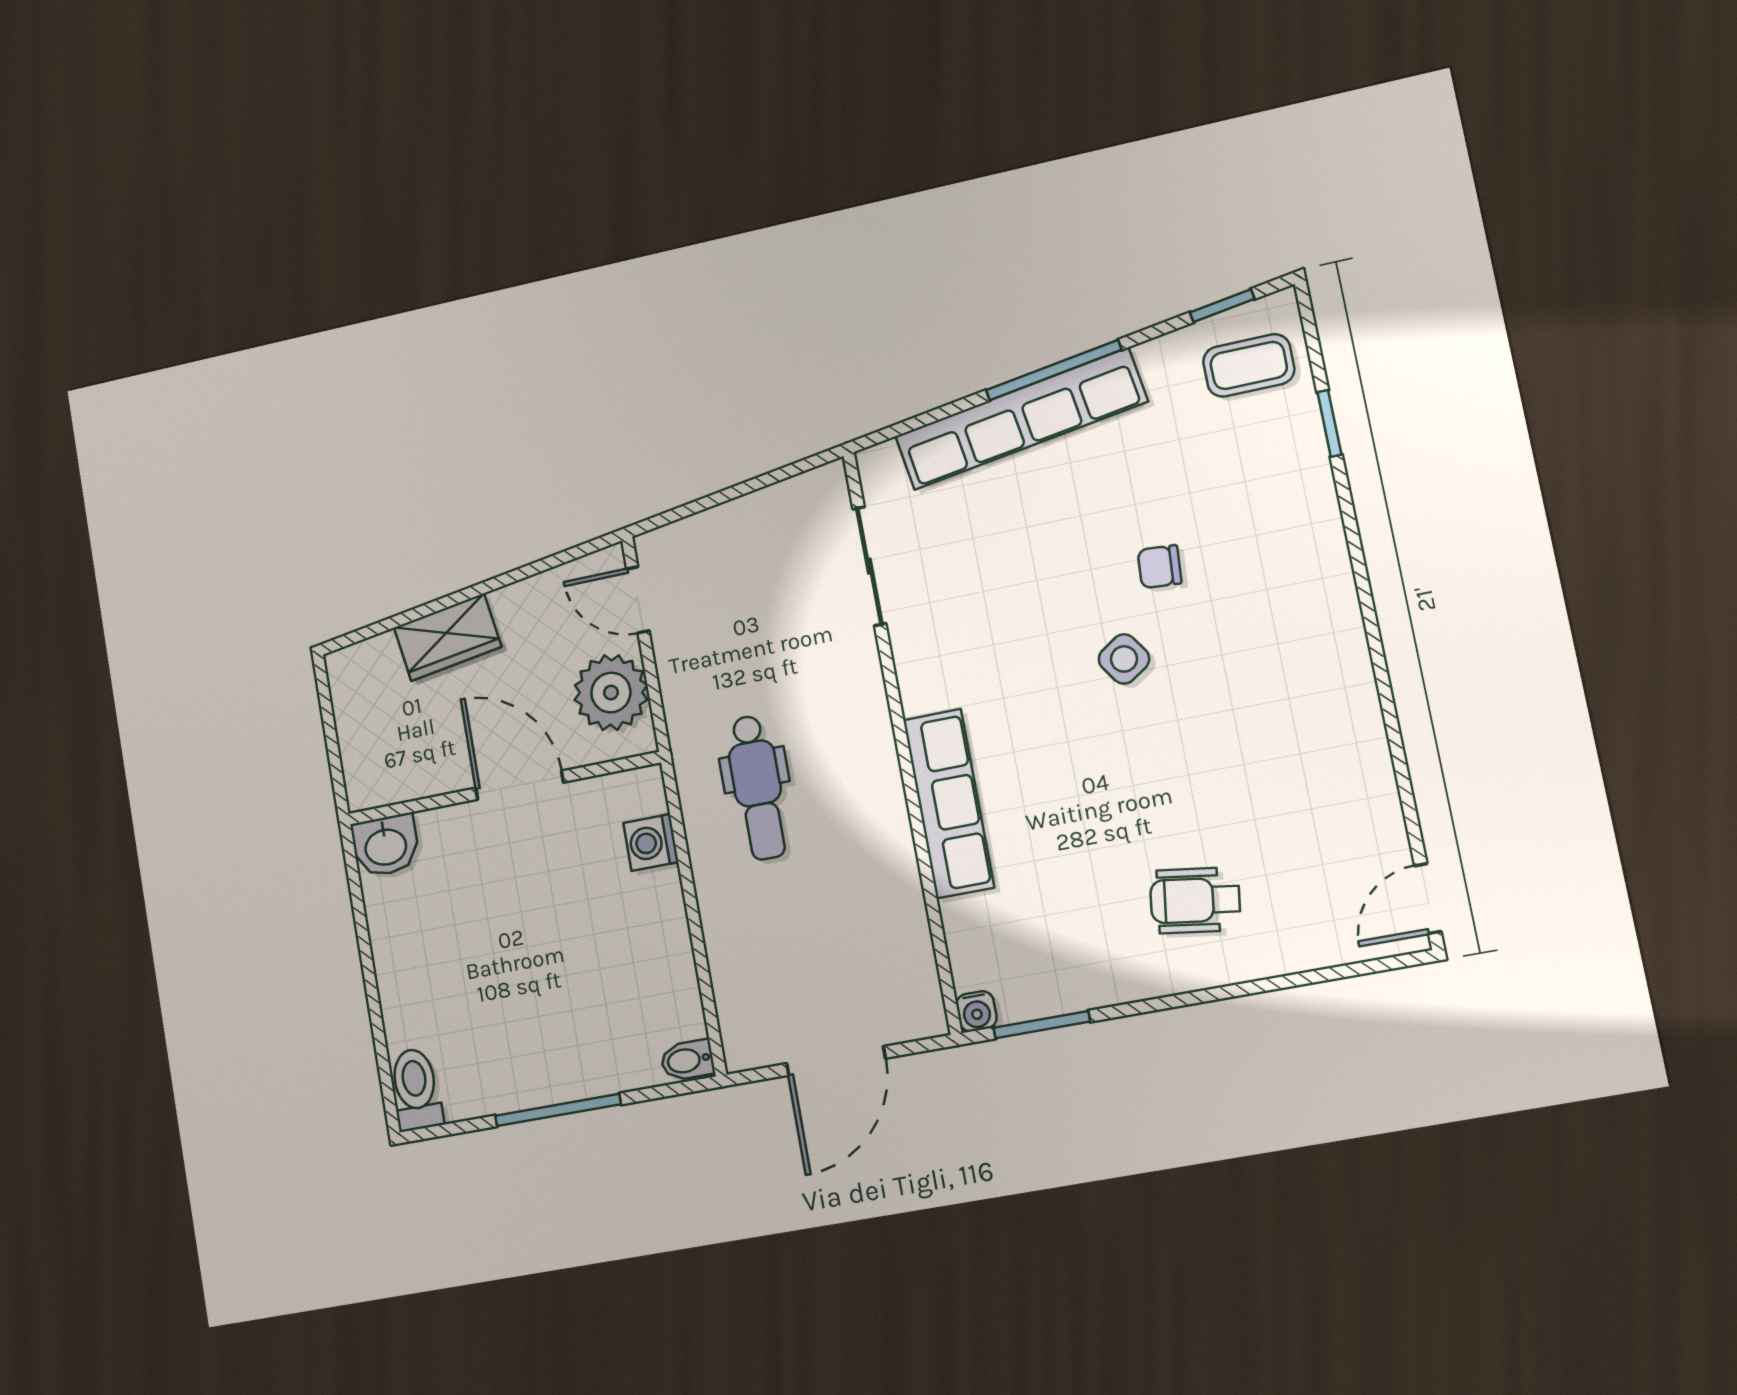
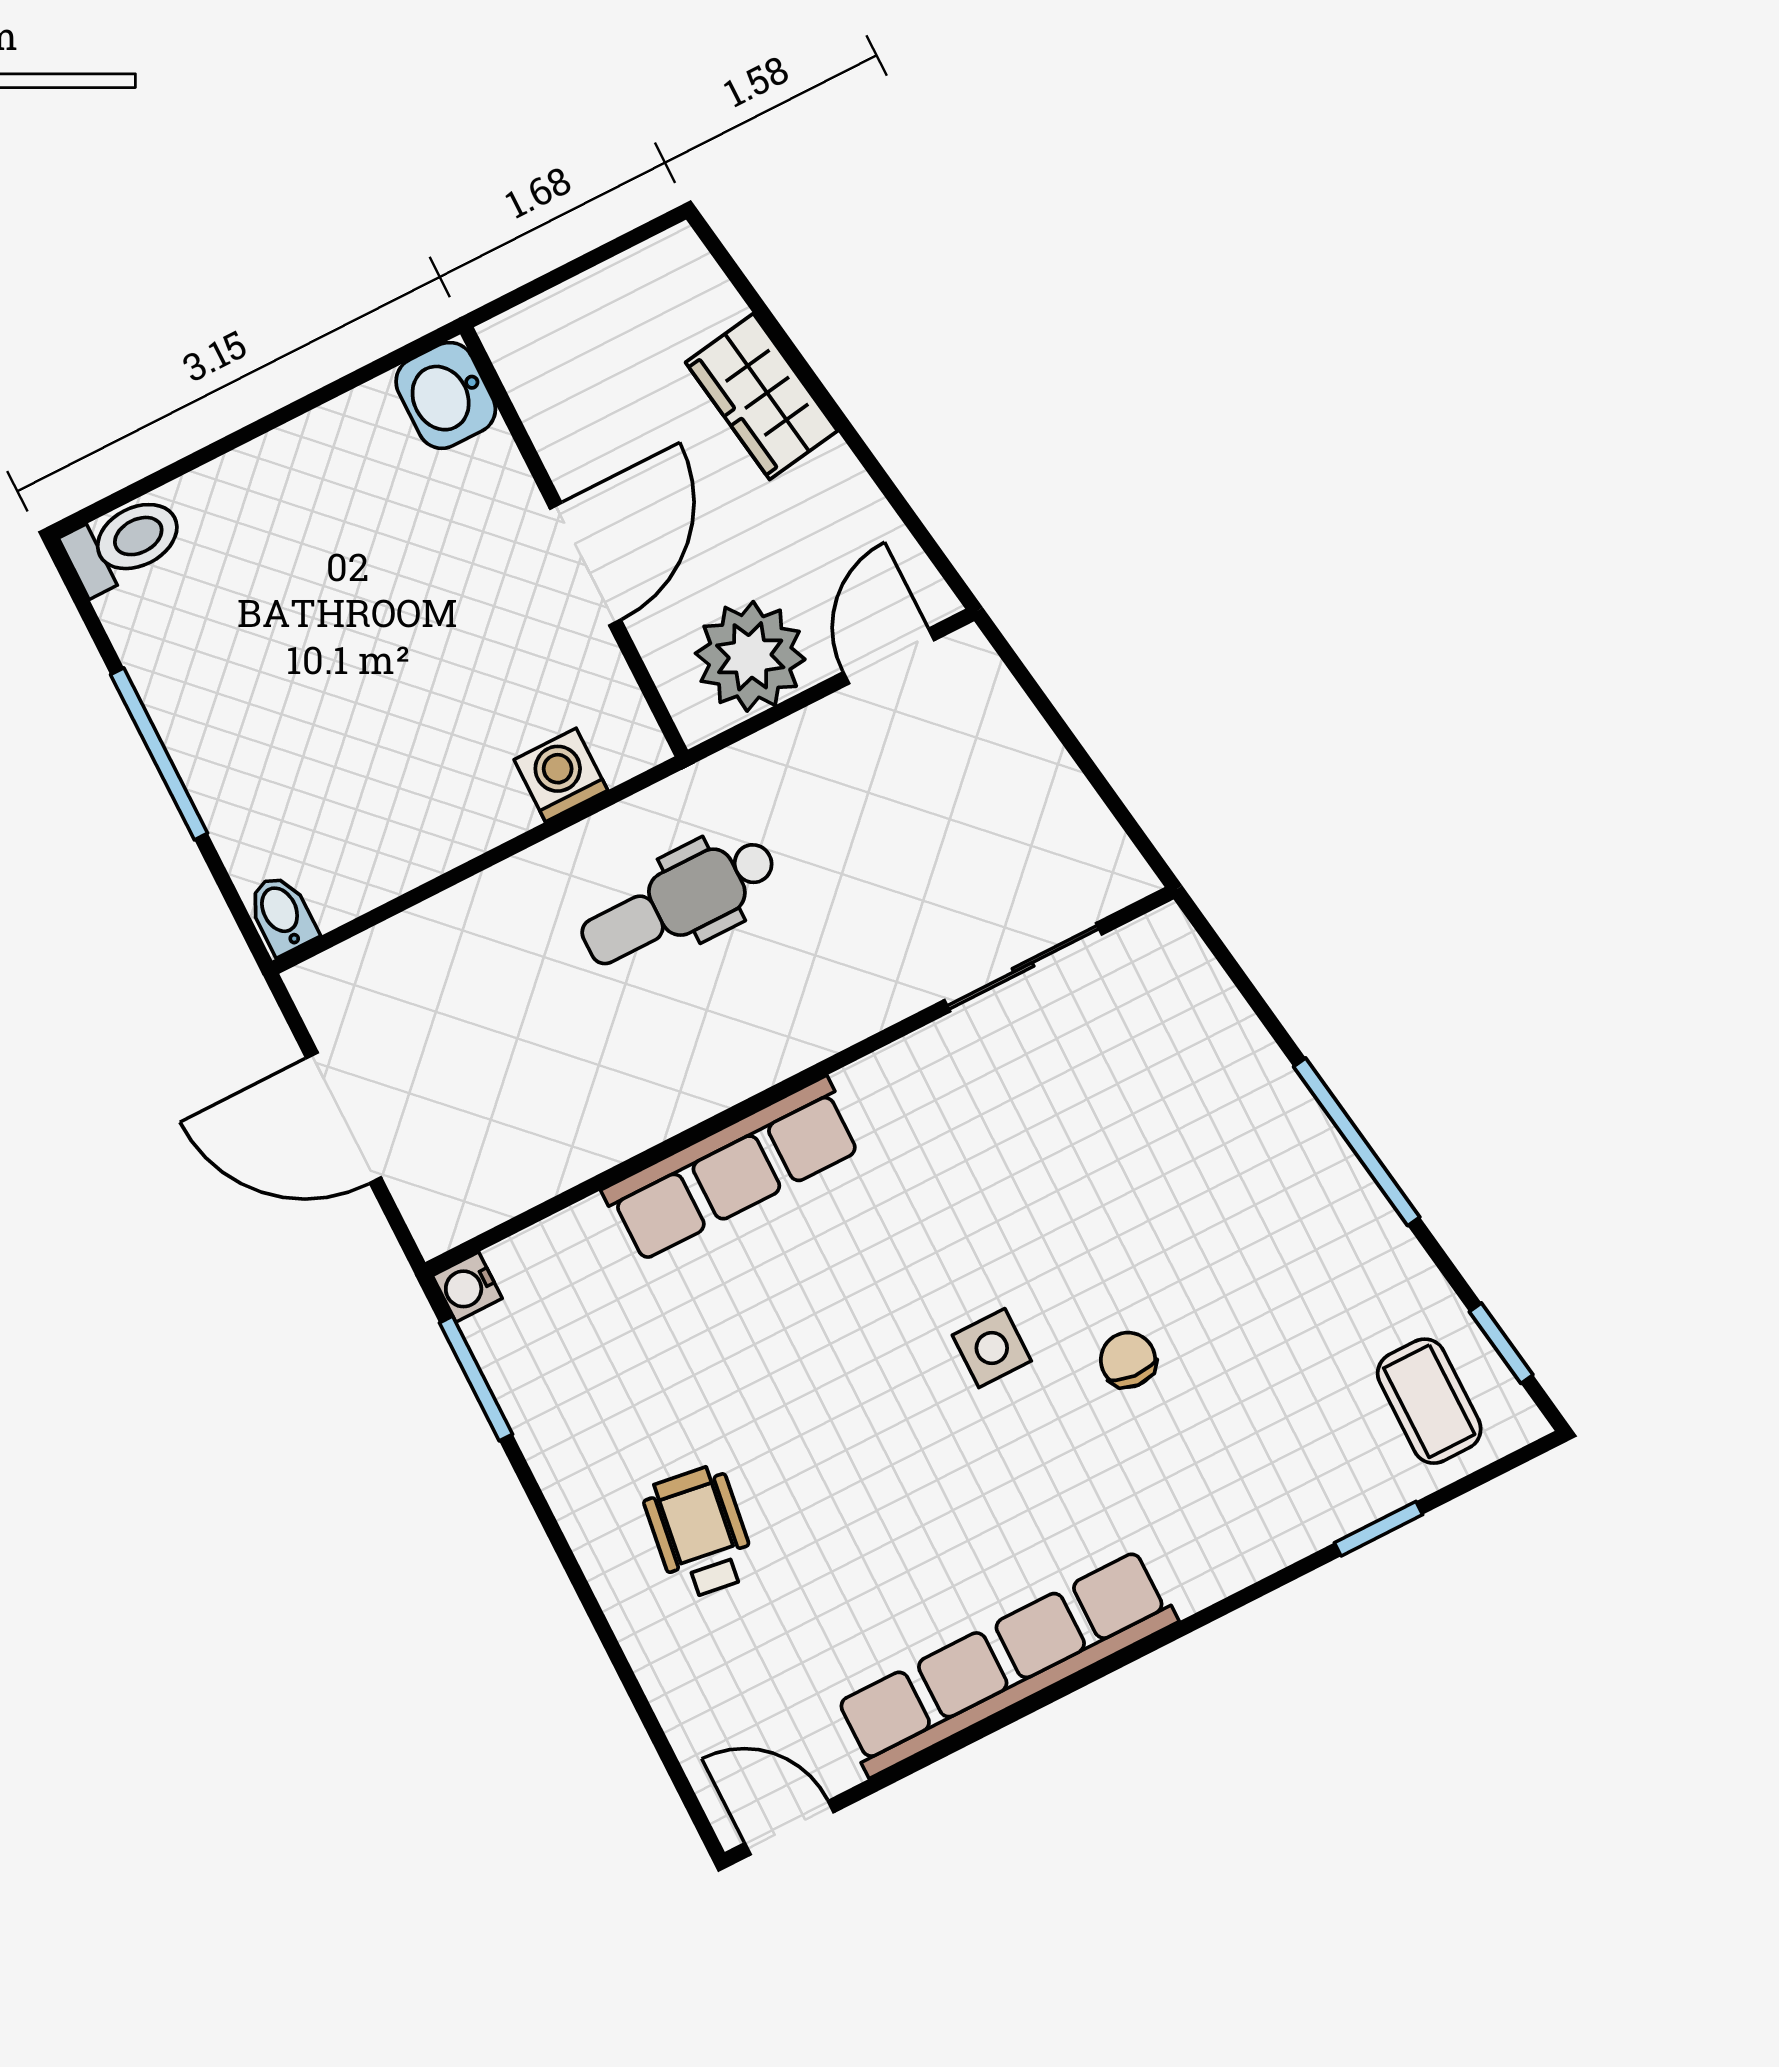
row of seats: (1021, 419) -> (1006, 1663), moved, turned 99
side table: (1124, 659) -> (992, 1348), turned 34

